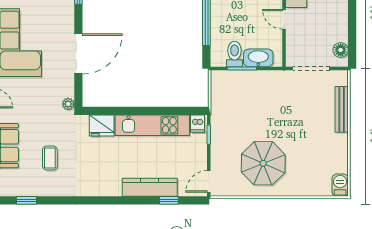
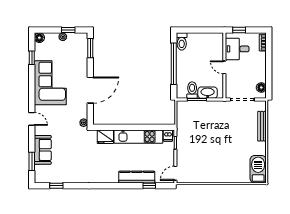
coffee table: (50, 158) -> (72, 158), removed
parasol: (263, 163) -> (211, 161), removed
barbecue: (340, 185) -> (258, 169), width x1.88, depth x1.53

